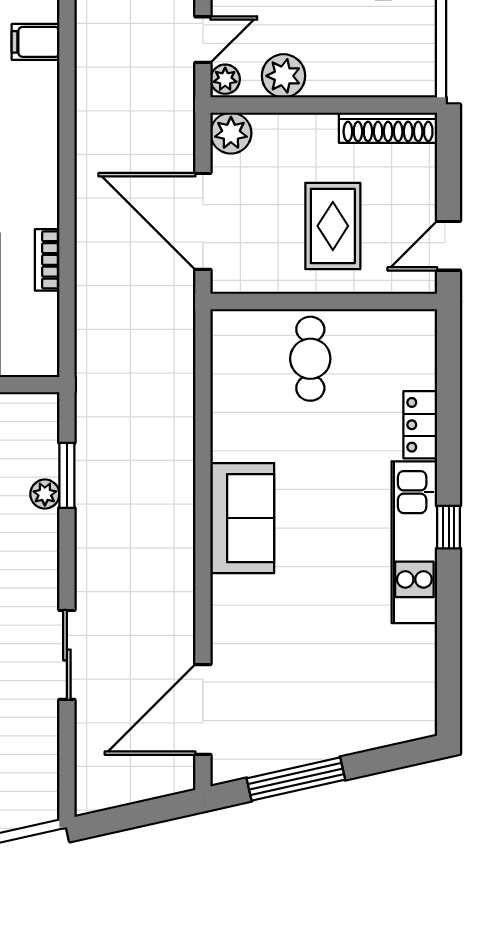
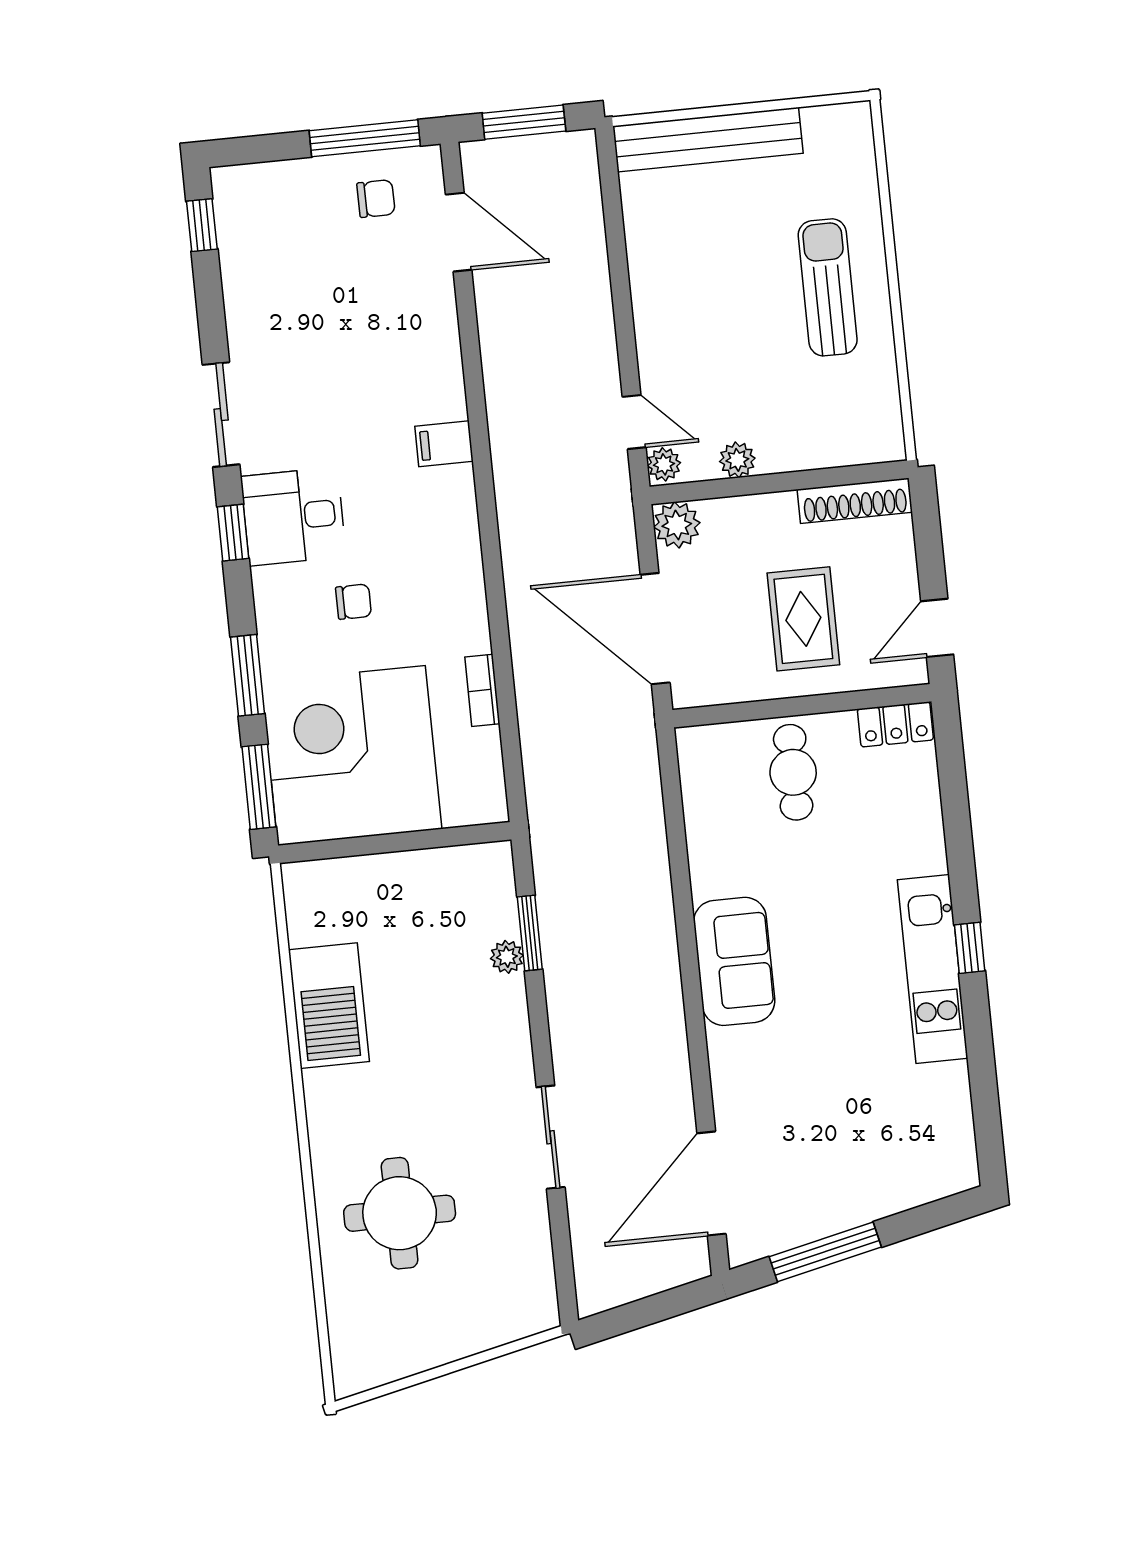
door: (203, 40) -> (634, 422), hinge flipped
plant: (283, 76) -> (737, 460), width x0.73, depth x0.73
locker: (420, 425) -> (895, 724), moved, turned -90

